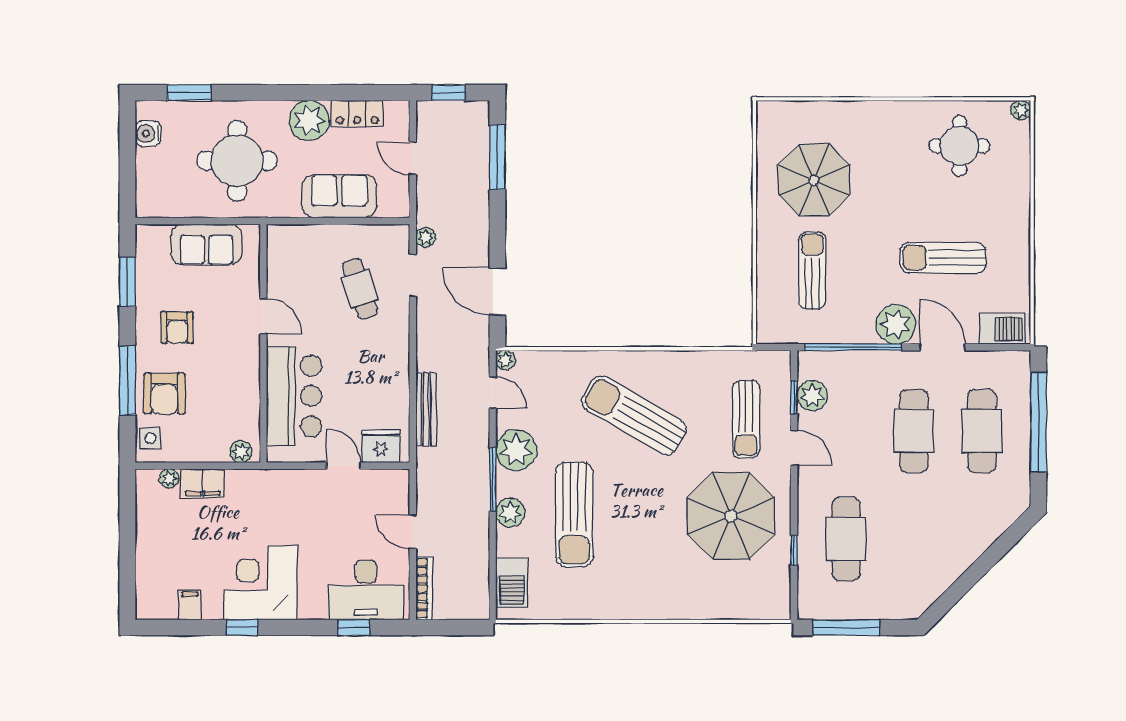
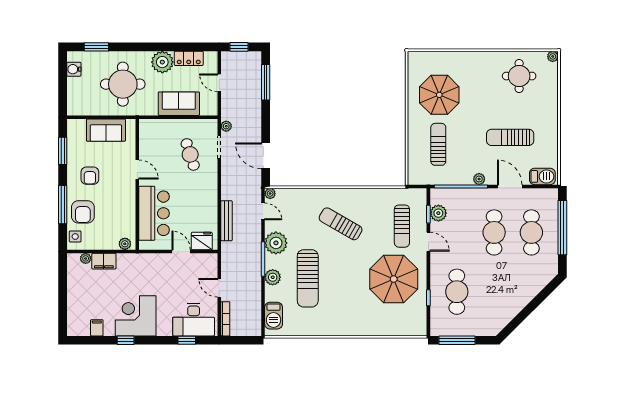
plant: (896, 324) -> (479, 179), width x0.53, depth x0.53
sun lounger: (634, 415) -> (341, 224), width x0.73, depth x0.75

